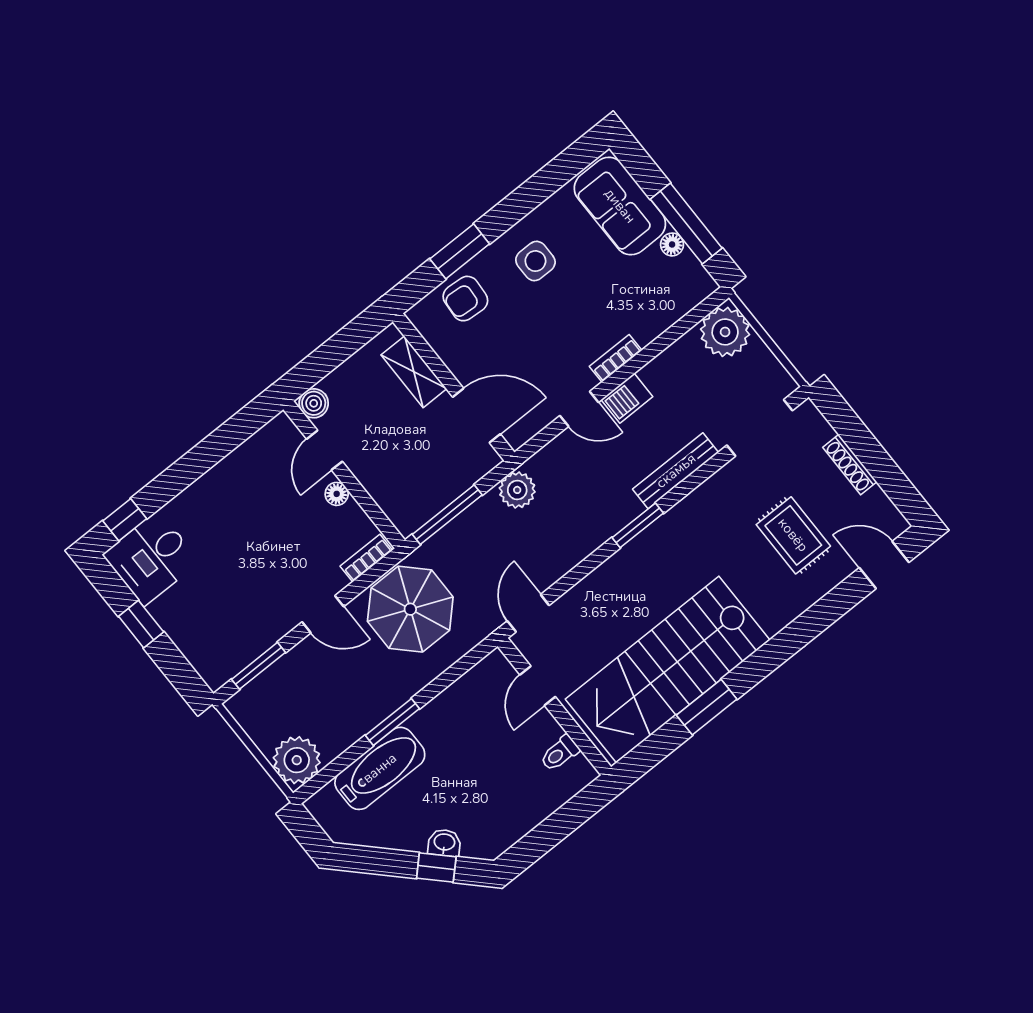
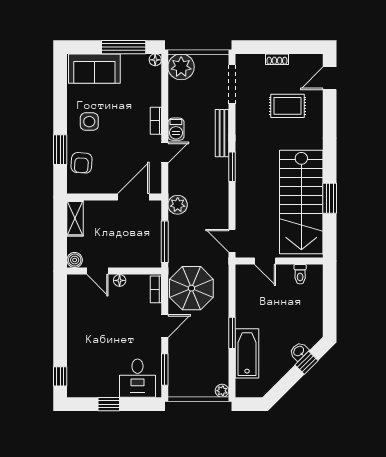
floor lamp: (672, 244) -> (155, 60), moved
shelving: (414, 372) -> (75, 218), moved, turned 90
shoe rack: (850, 465) -> (277, 59), width x0.70
desk: (151, 558) -> (137, 378), moved
plant: (297, 760) -> (222, 391), width x0.53, depth x0.53

